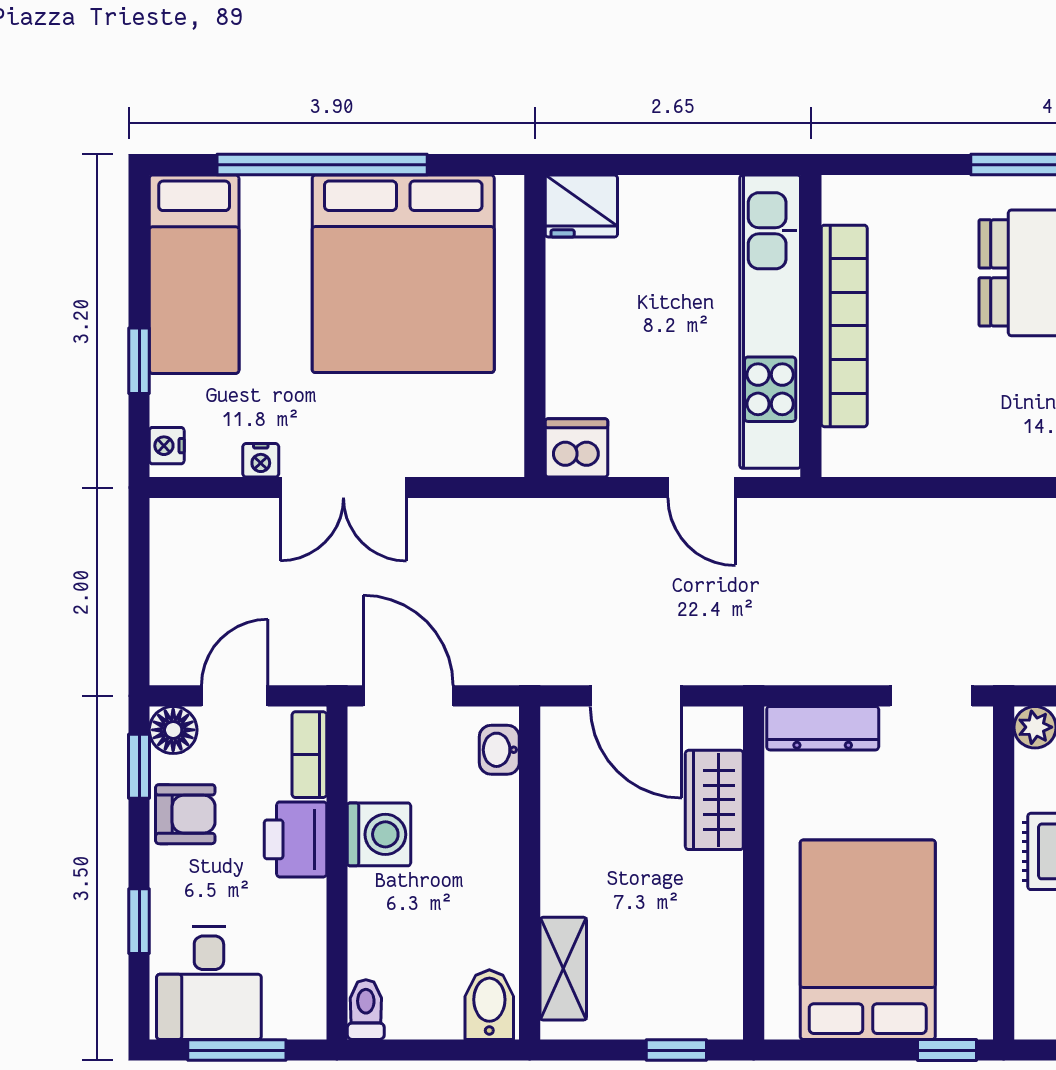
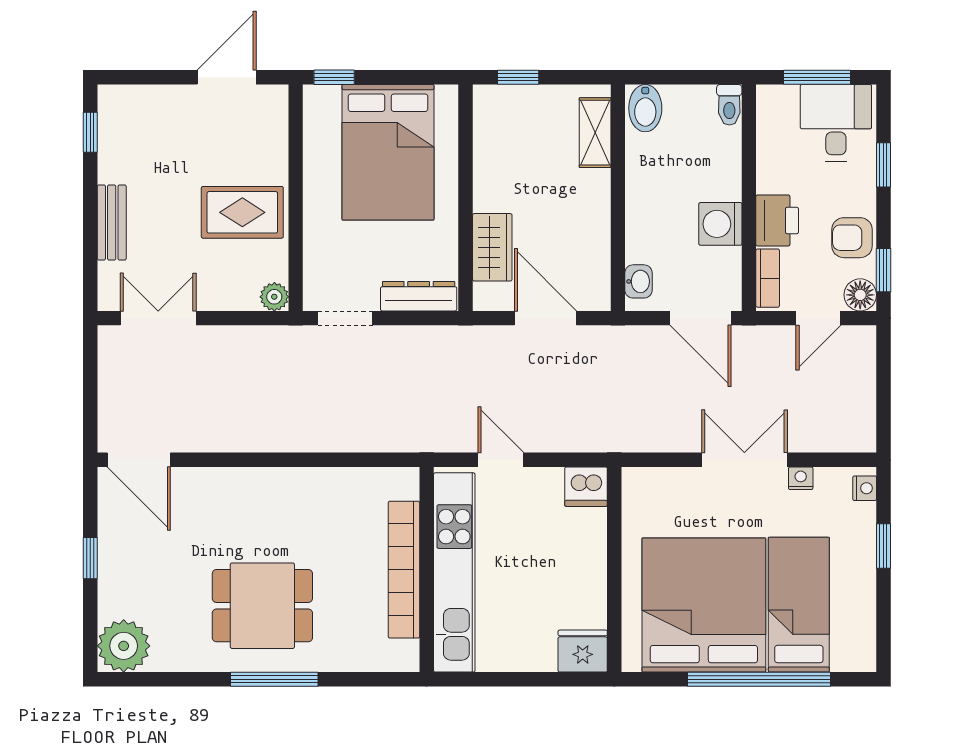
bed: (194, 274) -> (799, 605), moved

